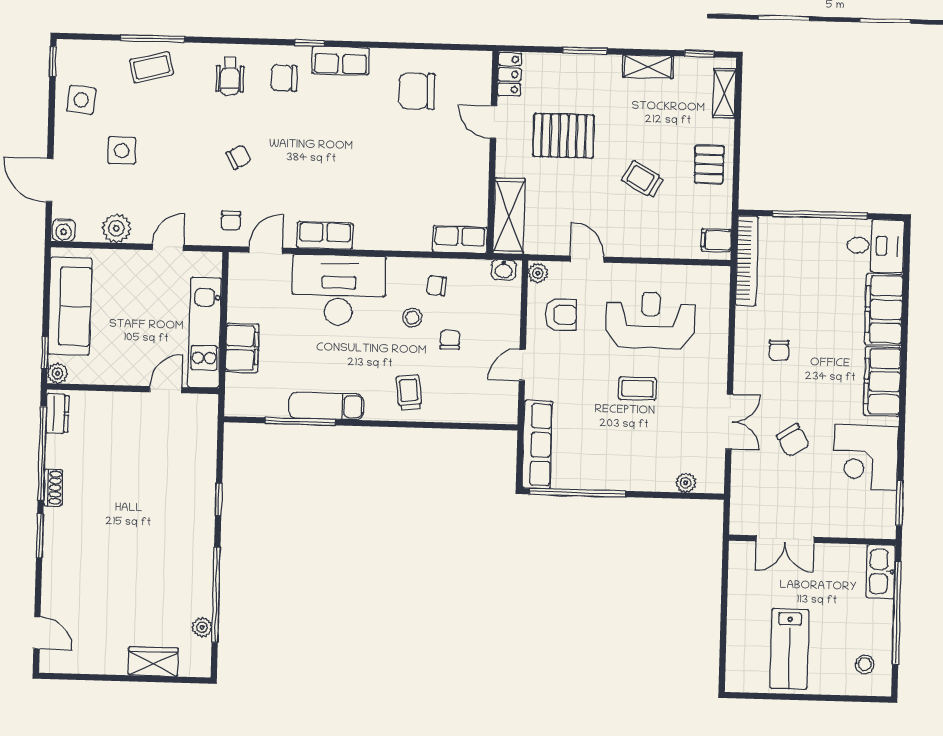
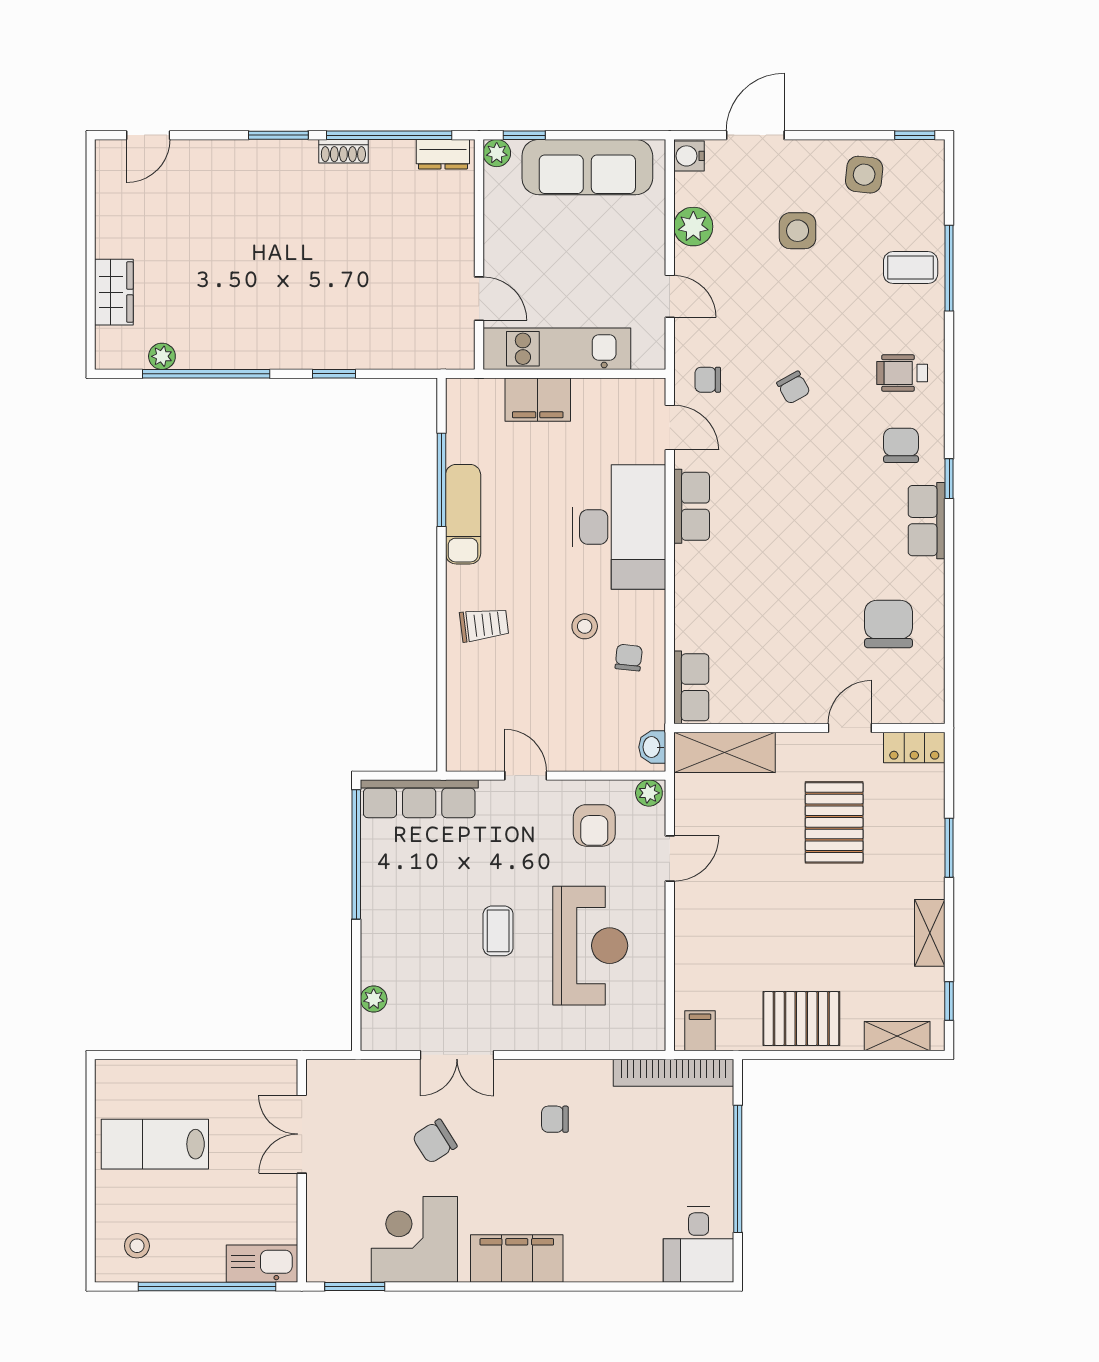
coffee table: (152, 67) -> (911, 268), turned -76
pallet: (709, 164) -> (801, 1019), width x1.50, depth x1.42
trolley: (643, 179) -> (779, 930), removed
filing cabinet: (884, 310) -> (613, 1258), removed
chair: (450, 340) -> (556, 678), removed

